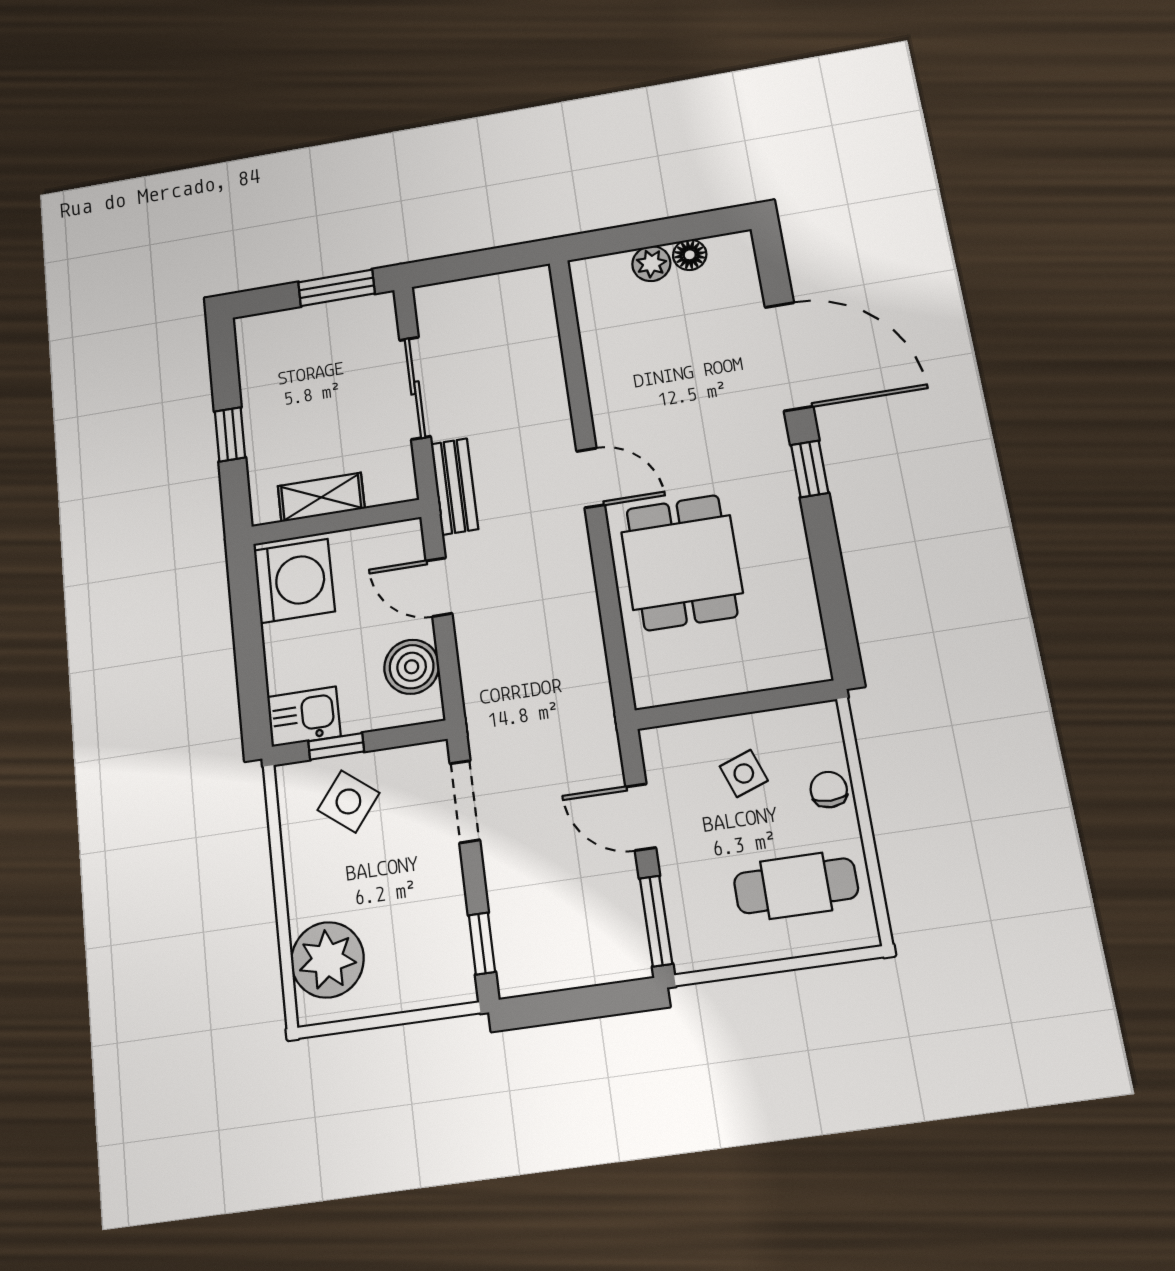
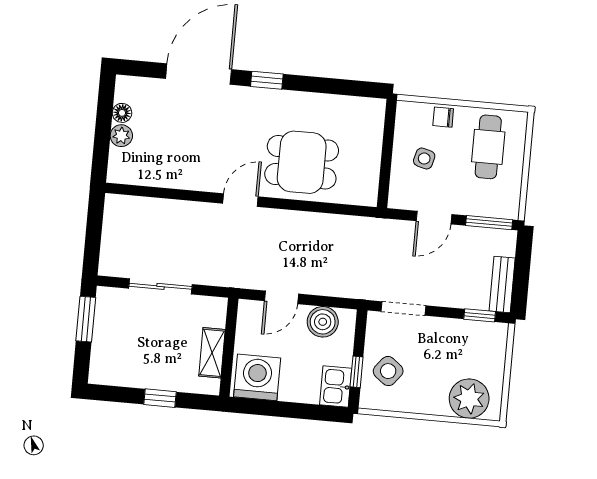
bench: (454, 486) -> (502, 284), moved, turned 90
side table: (744, 773) -> (424, 158), turned 35

